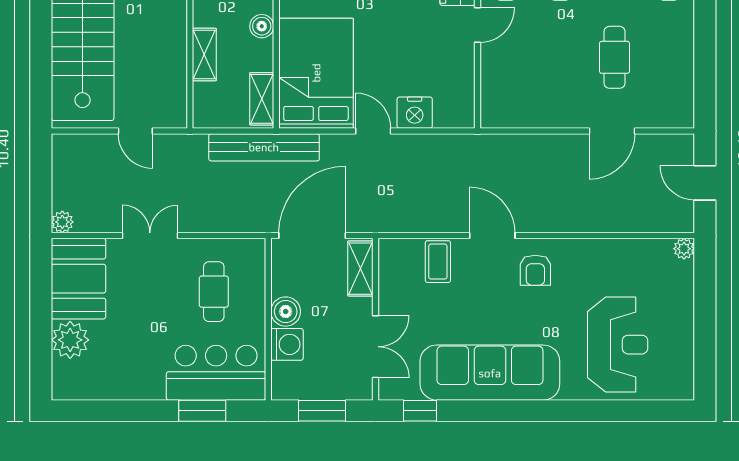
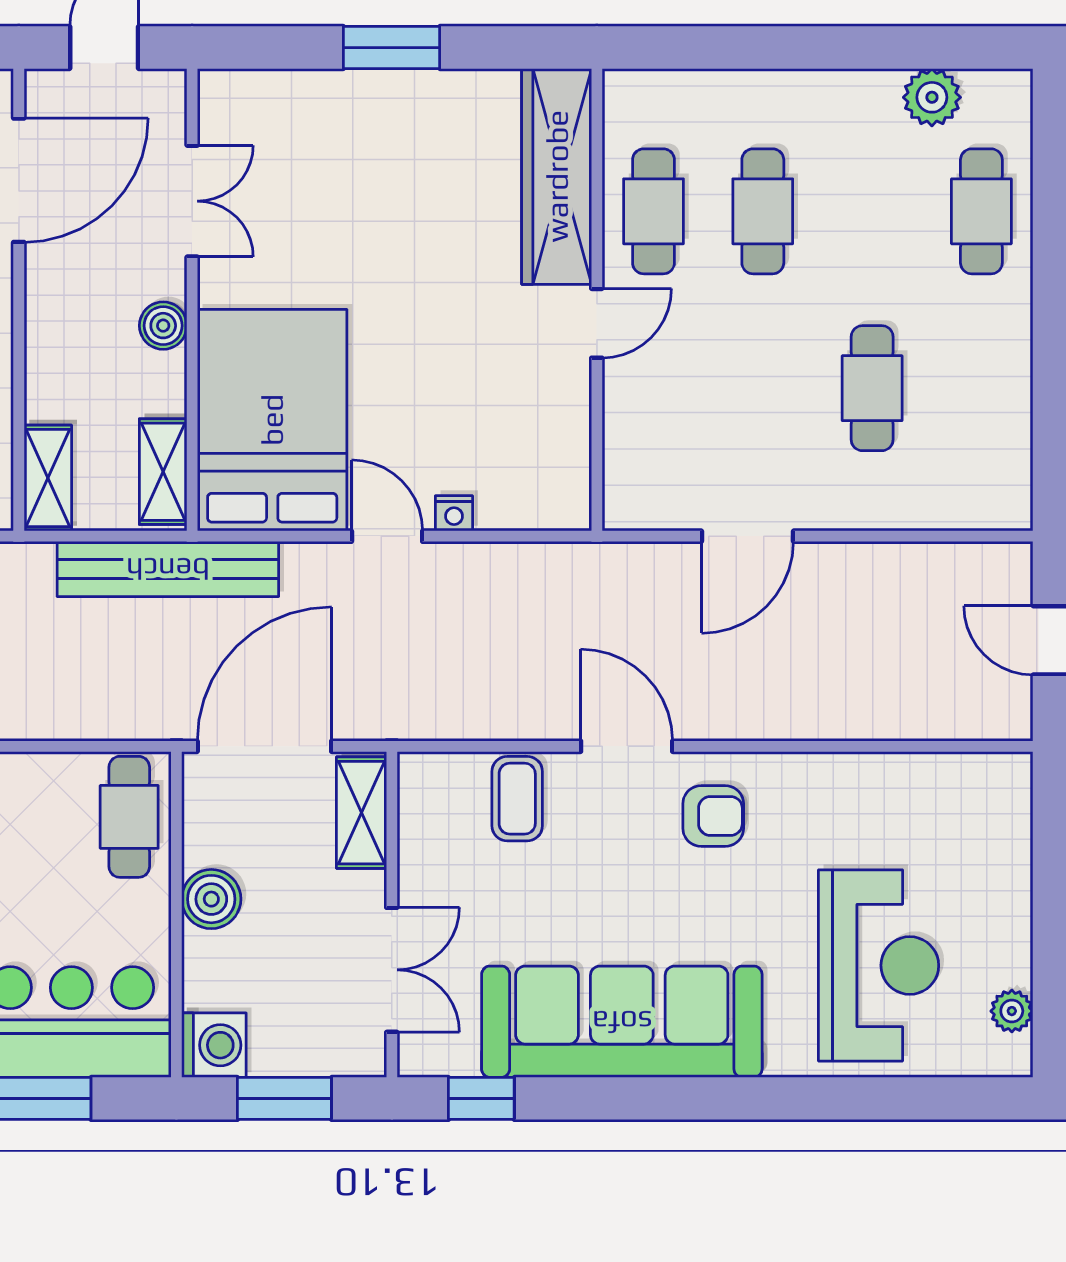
shelving: (204, 55) -> (48, 478), moved
nightstand: (415, 113) -> (454, 513), width x0.53, depth x0.56
door: (612, 131) -> (747, 536), moved
plant: (684, 249) -> (1012, 1011), moved
armchair: (535, 270) -> (713, 816), turned -90
cafe table: (214, 292) -> (129, 817), moved
washing machine: (287, 344) -> (214, 1045), moved

